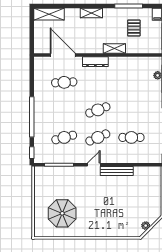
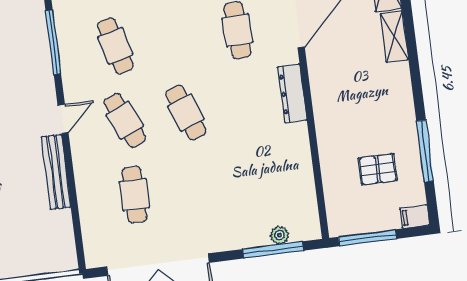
shelving: (91, 13) -> (394, 37), moved
shelving: (114, 48) -> (327, 132), removed
door: (94, 165) -> (63, 119), hinge flipped

